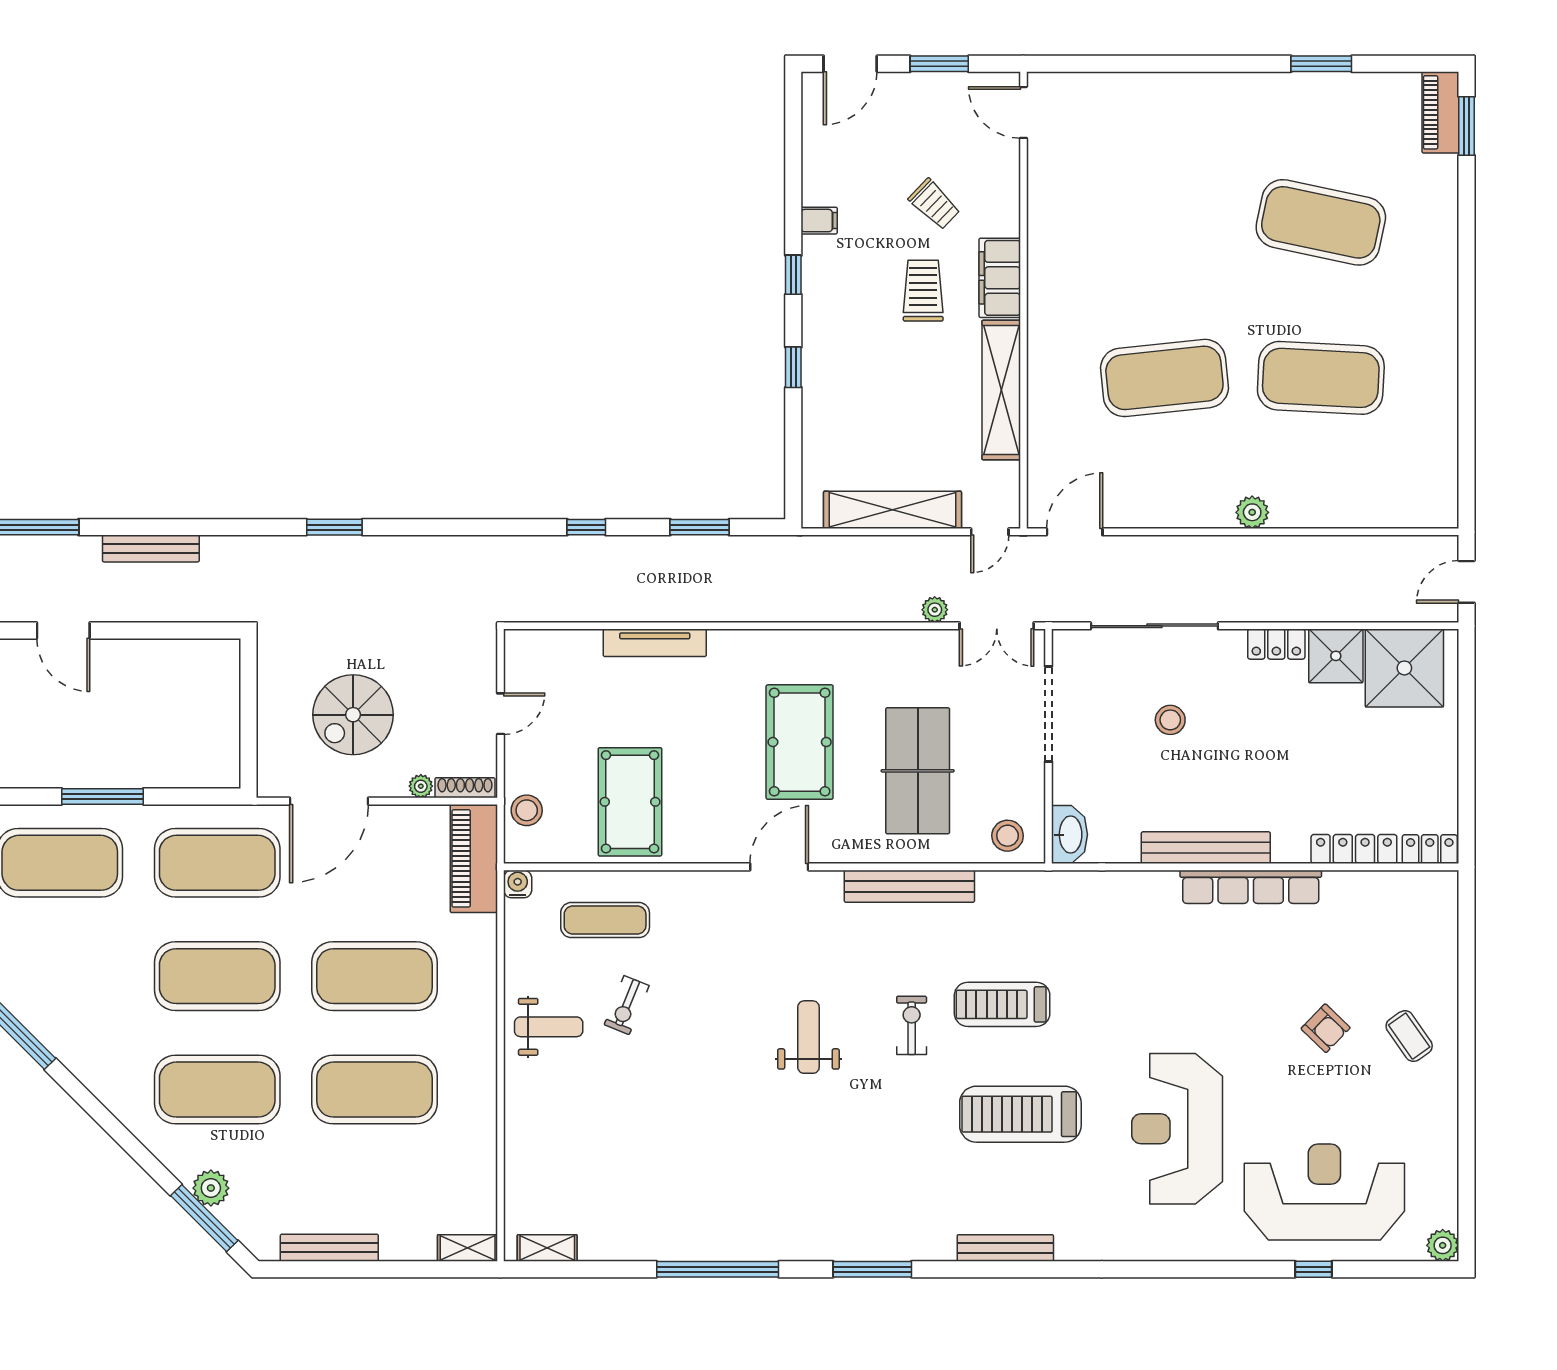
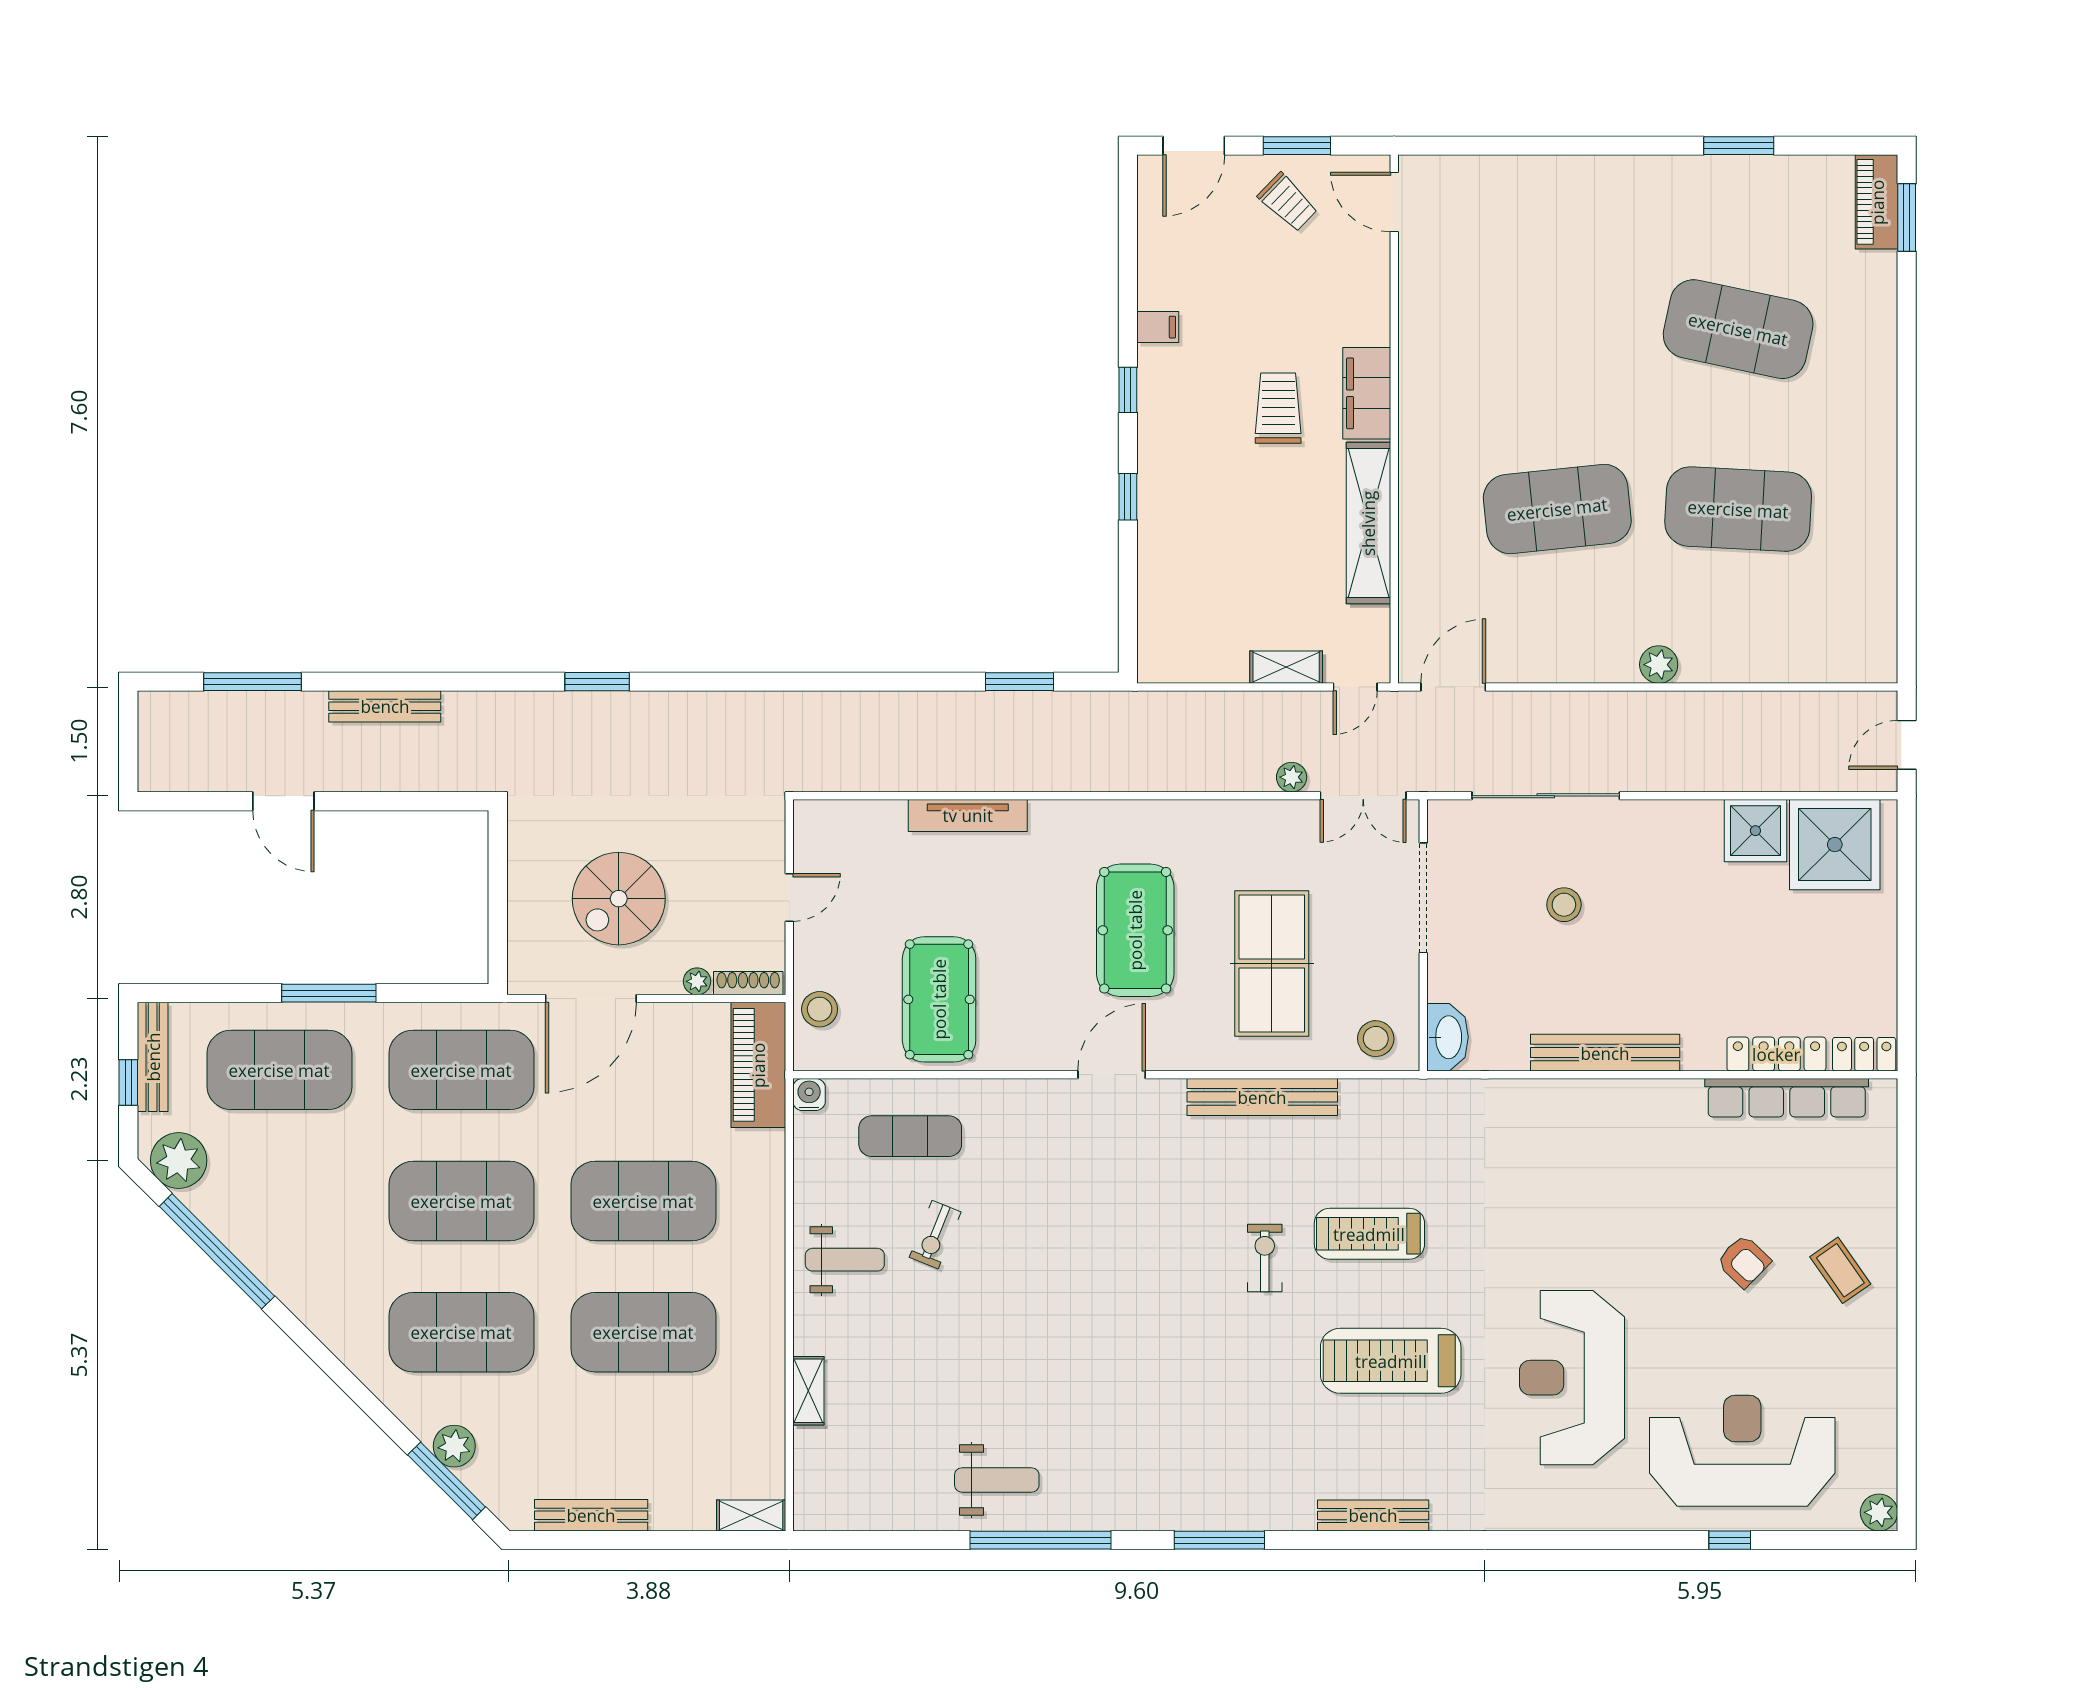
trolley: (934, 204) -> (1288, 202), moved
shelving: (893, 510) -> (1286, 667), width x0.45, depth x0.75
window: (586, 527) -> (889, 682), removed
locker: (1276, 644) -> (1687, 817), removed
row of seats: (1251, 887) -> (1787, 1098), moved
weight bench: (808, 1037) -> (997, 1480), moved, turned 90
shelving: (547, 1248) -> (808, 1391), moved, turned 90

